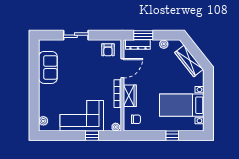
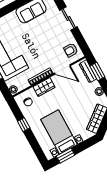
window: (208, 111) -> (66, 156), added
window: (172, 136) -> (24, 125), moved

